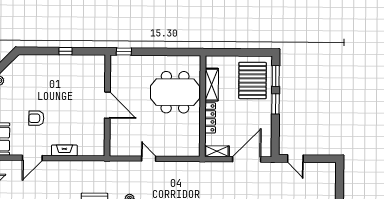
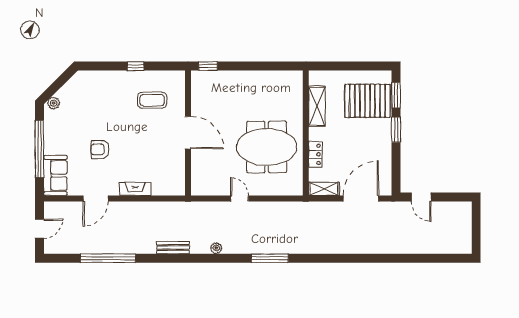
coffee table: (79, 79) -> (152, 100), added
pallet: (253, 80) -> (367, 101), turned 90
meeting table: (175, 92) -> (267, 147), moved
locker: (210, 118) -> (315, 154), width x0.66

